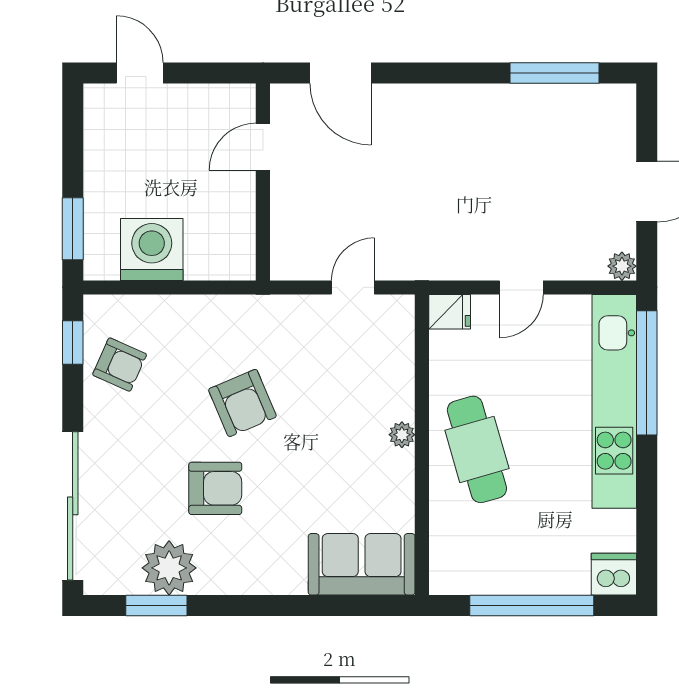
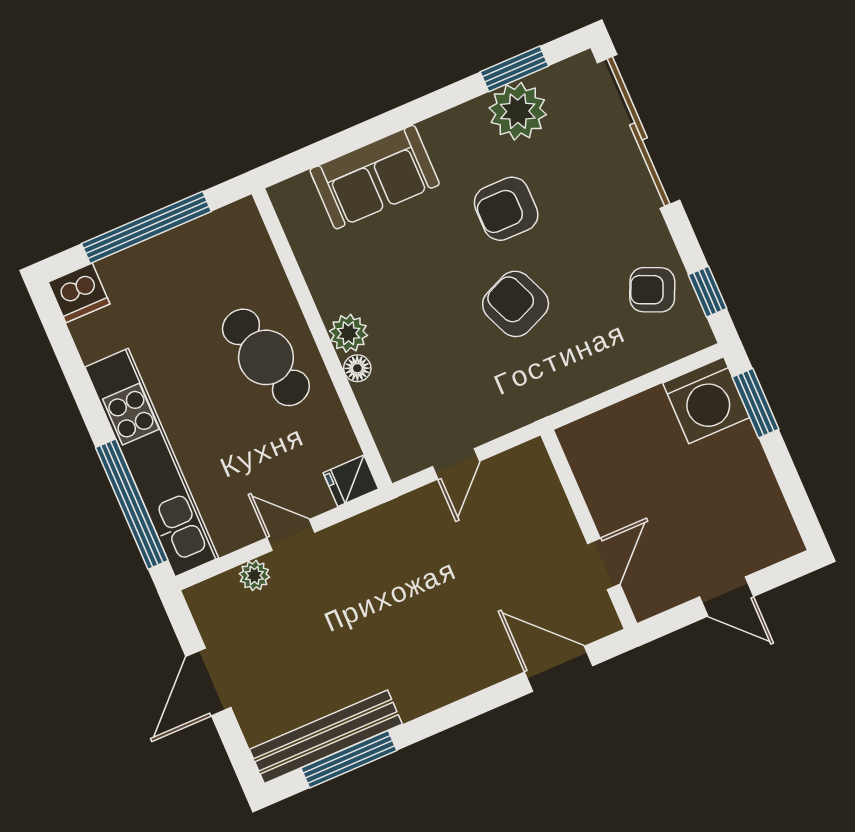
door: (140, 73) -> (726, 597), moved
bench: (566, 101) -> (326, 737), added
washing machine: (152, 249) -> (706, 400), moved
plant: (622, 266) -> (254, 575), moved
door: (521, 287) -> (291, 535), hinge flipped
floor lamp: (402, 406) -> (357, 368), added
plant: (402, 435) -> (348, 333), width x1.38, depth x1.38
sofa: (362, 564) -> (375, 177), moved

